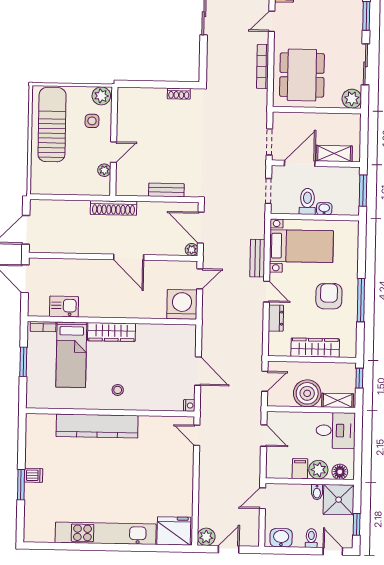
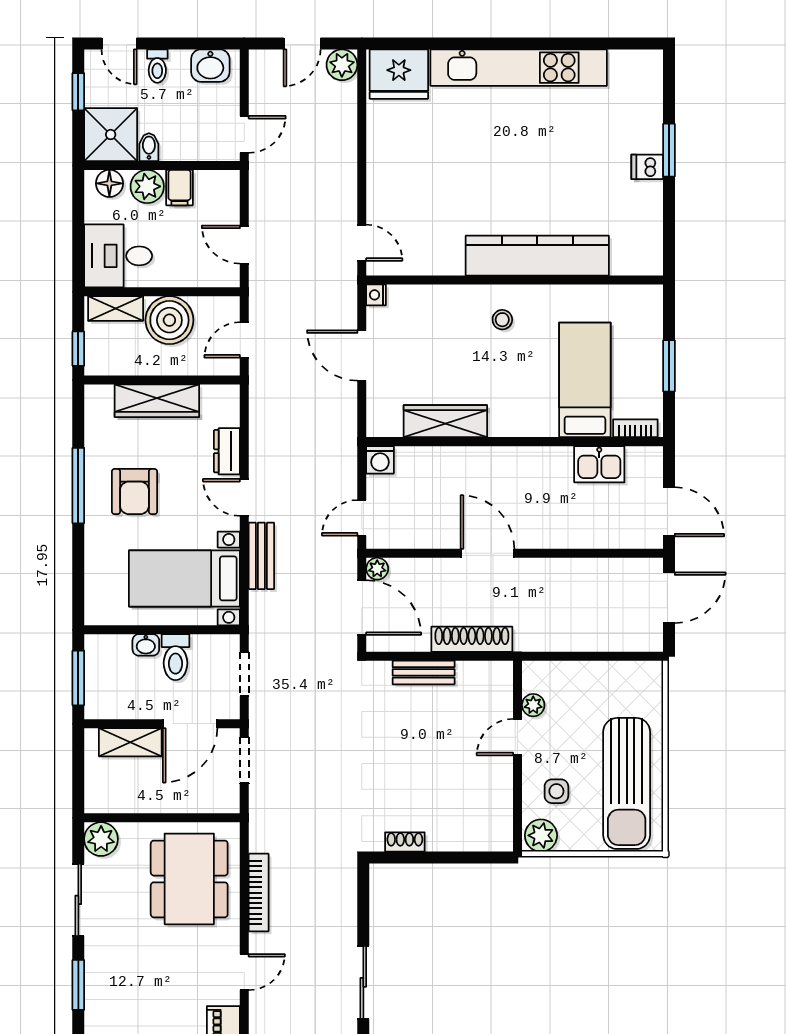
shoe rack: (114, 208) -> (472, 639), moved
washing machine: (182, 304) -> (380, 460), width x0.53, depth x0.53
wardrobe: (111, 332) -> (445, 421), moved

